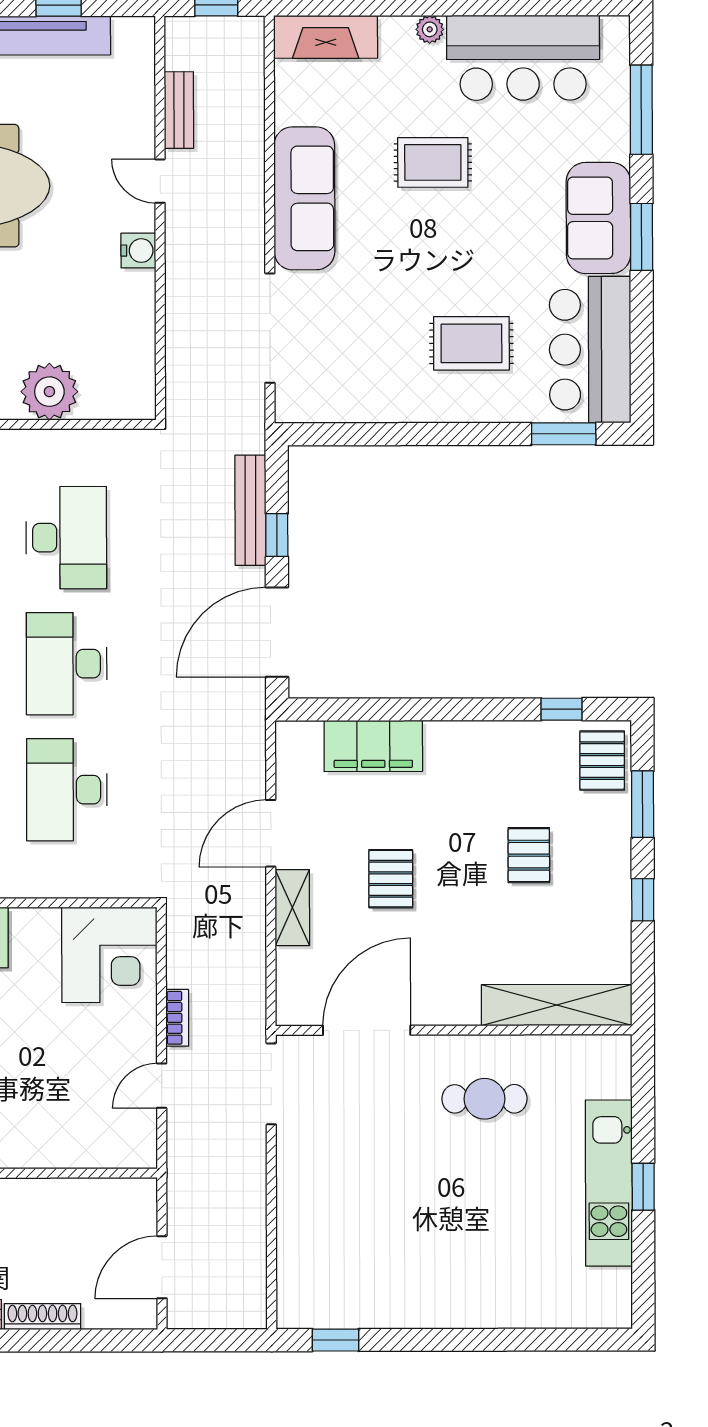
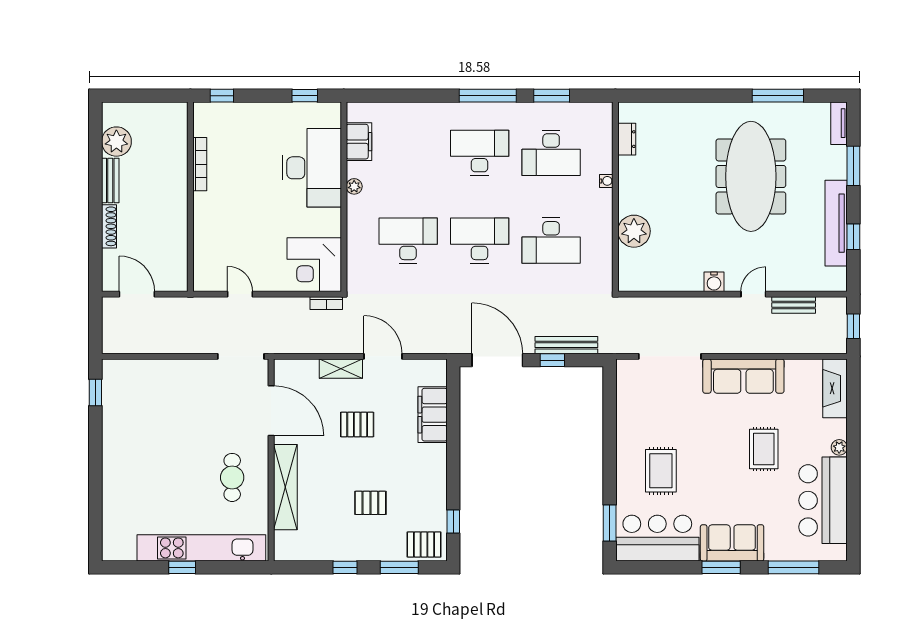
shelving: (557, 1005) -> (285, 487), moved
bookcase: (177, 1018) -> (326, 303), moved
kitchen unit: (609, 1183) -> (201, 548), width x1.36

